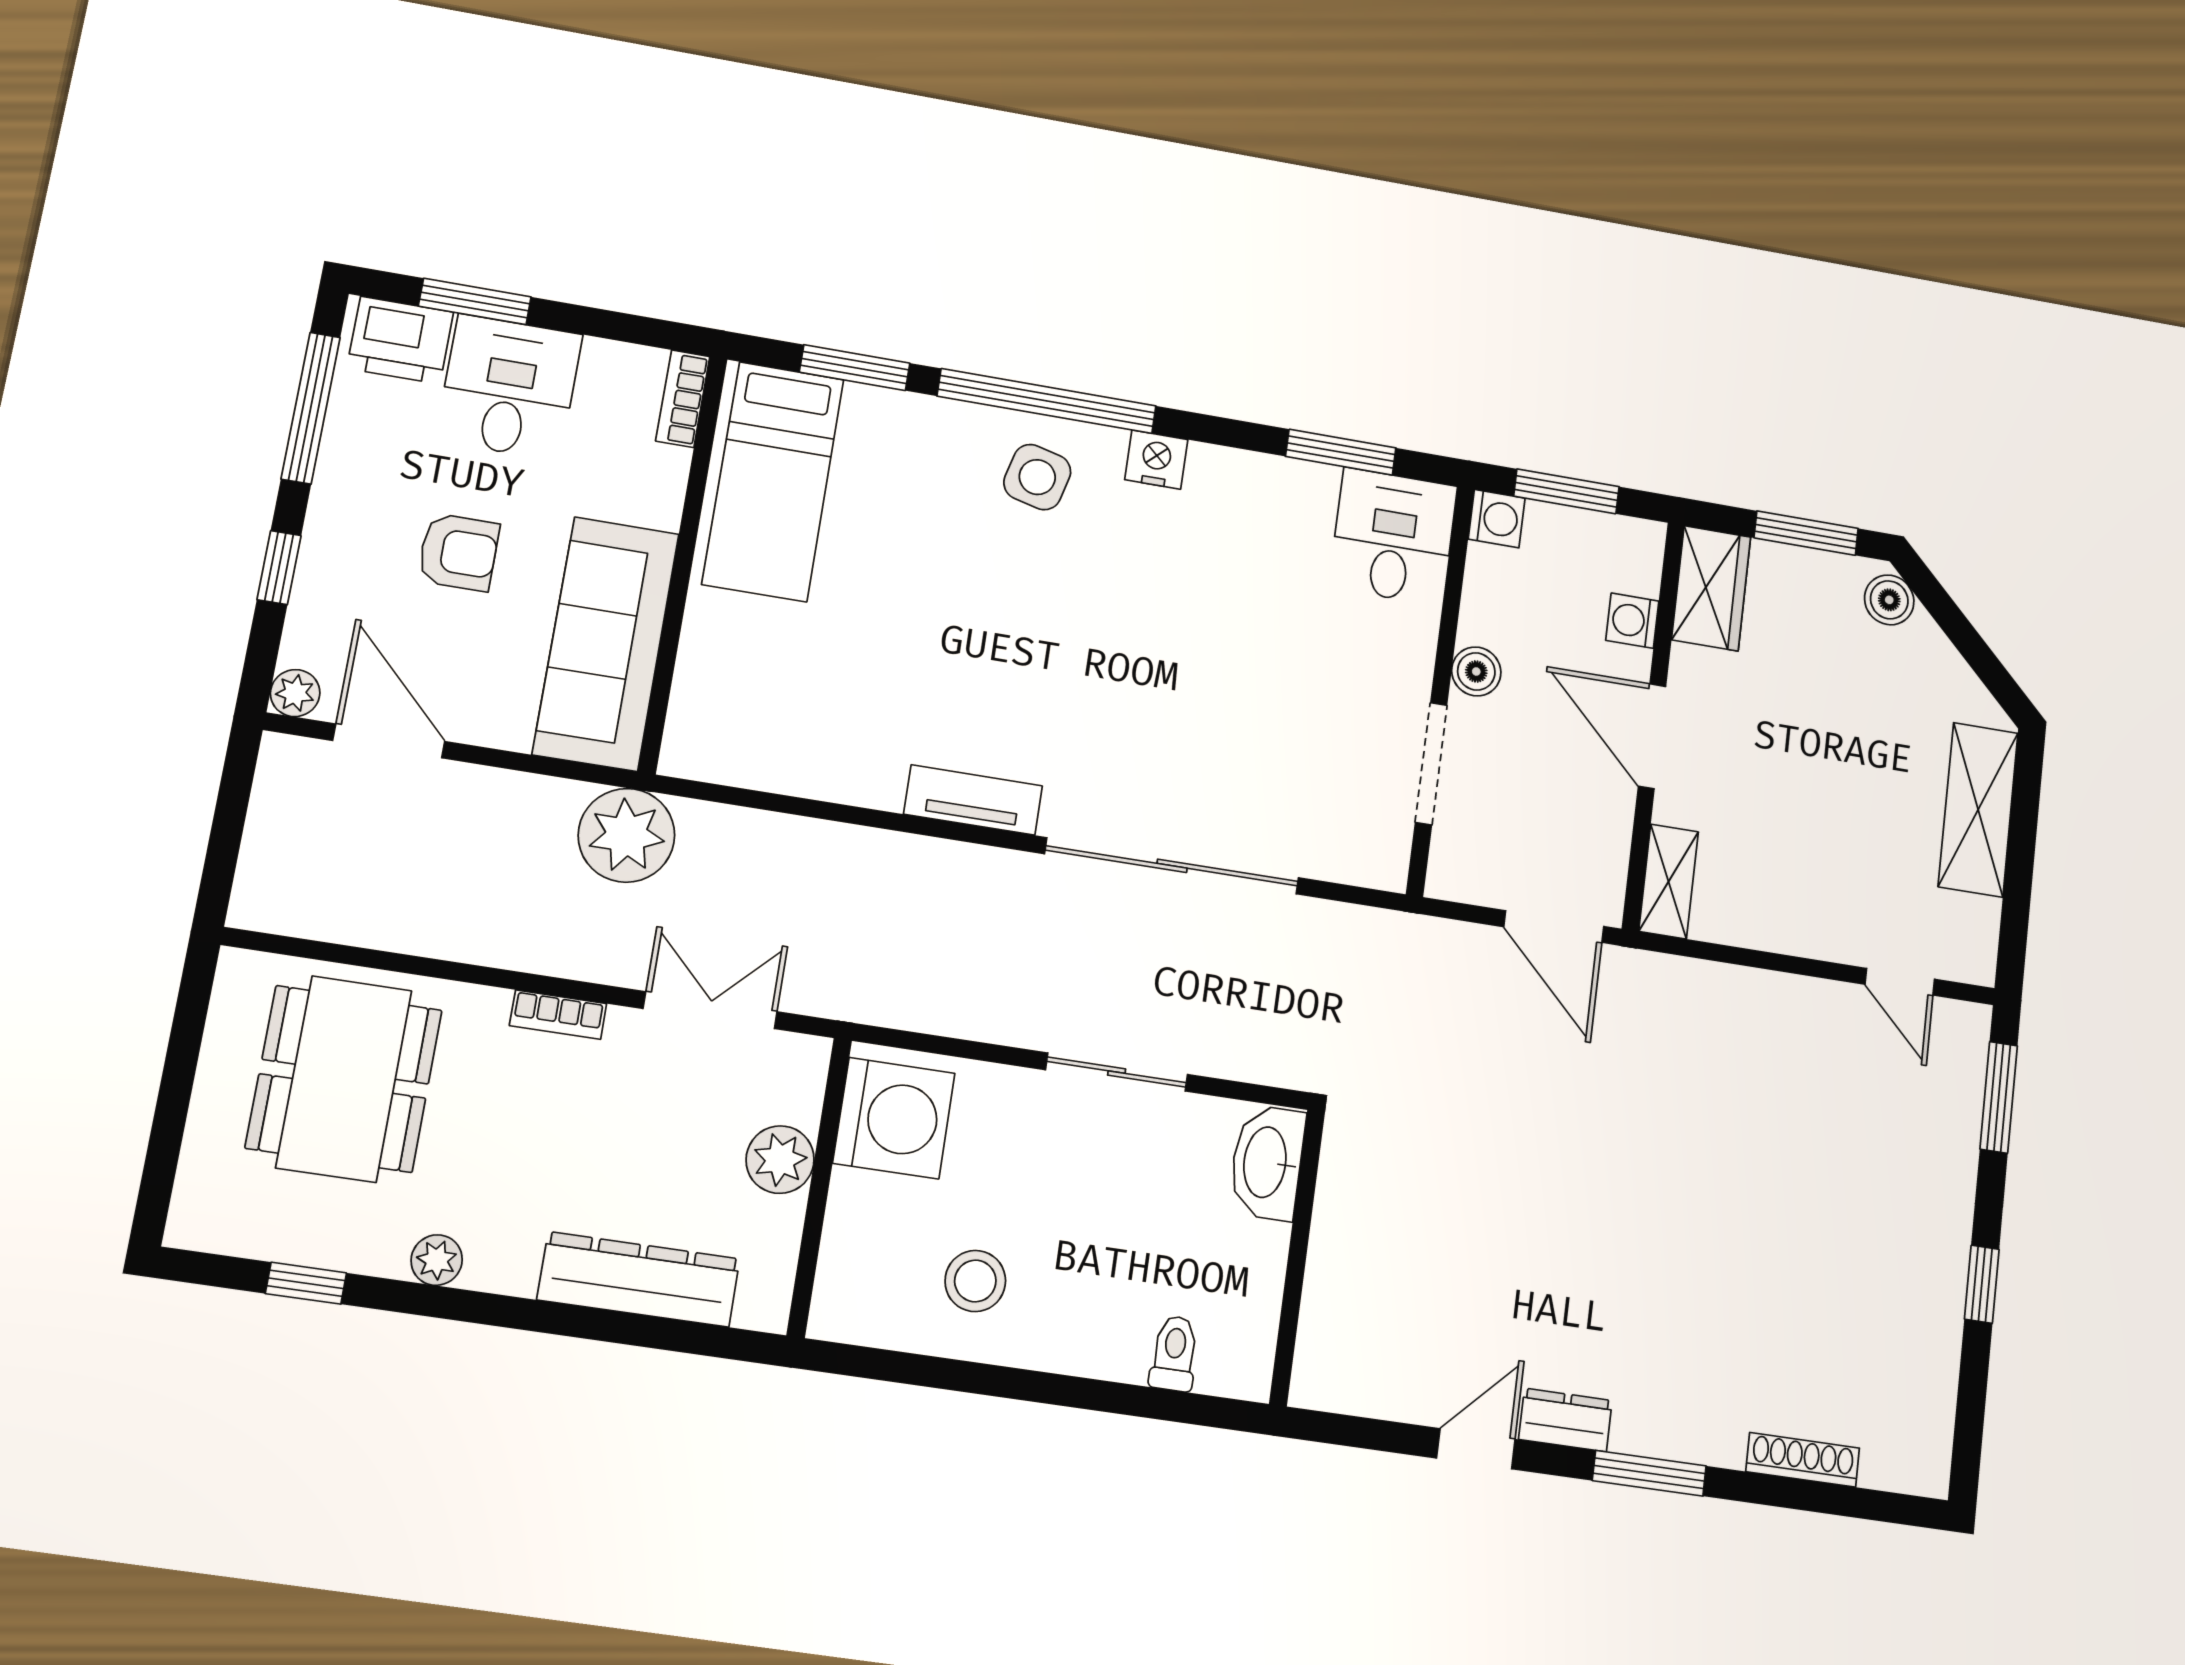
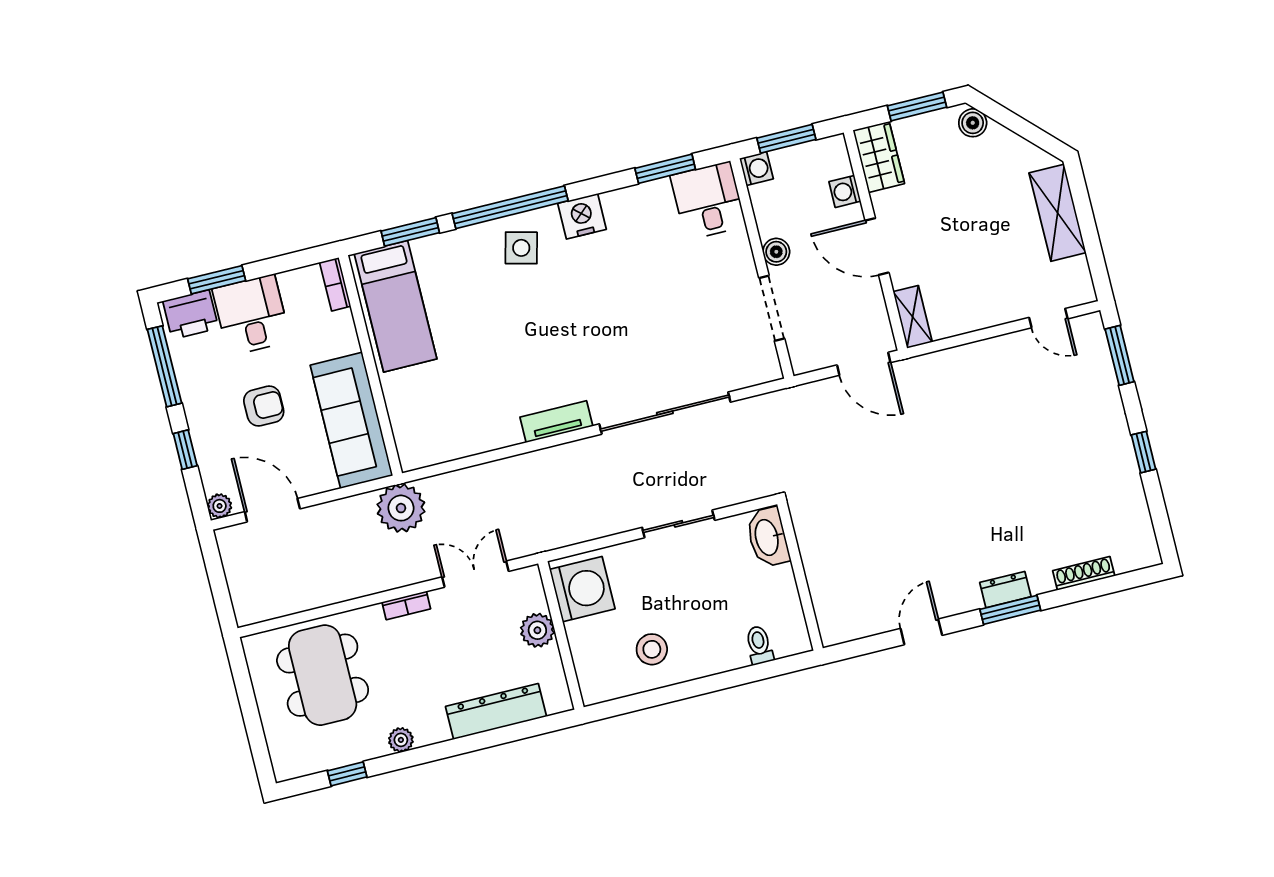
nightstand: (1156, 460) -> (582, 216), width x1.36, depth x1.33
dresser: (1565, 1420) -> (1005, 590), moved

